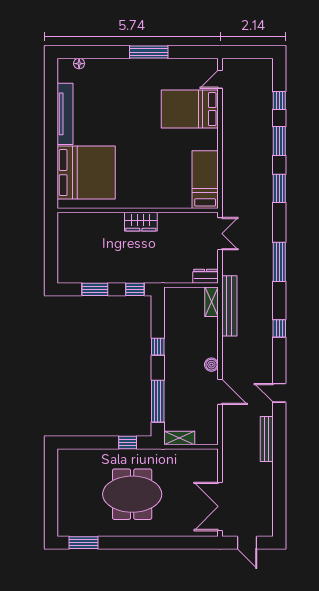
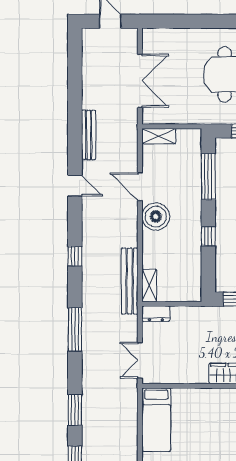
boiler: (211, 365) -> (156, 217), width x1.86, depth x1.86
shelving: (179, 438) -> (159, 136), moved
double door: (220, 506) -> (140, 81), moved

